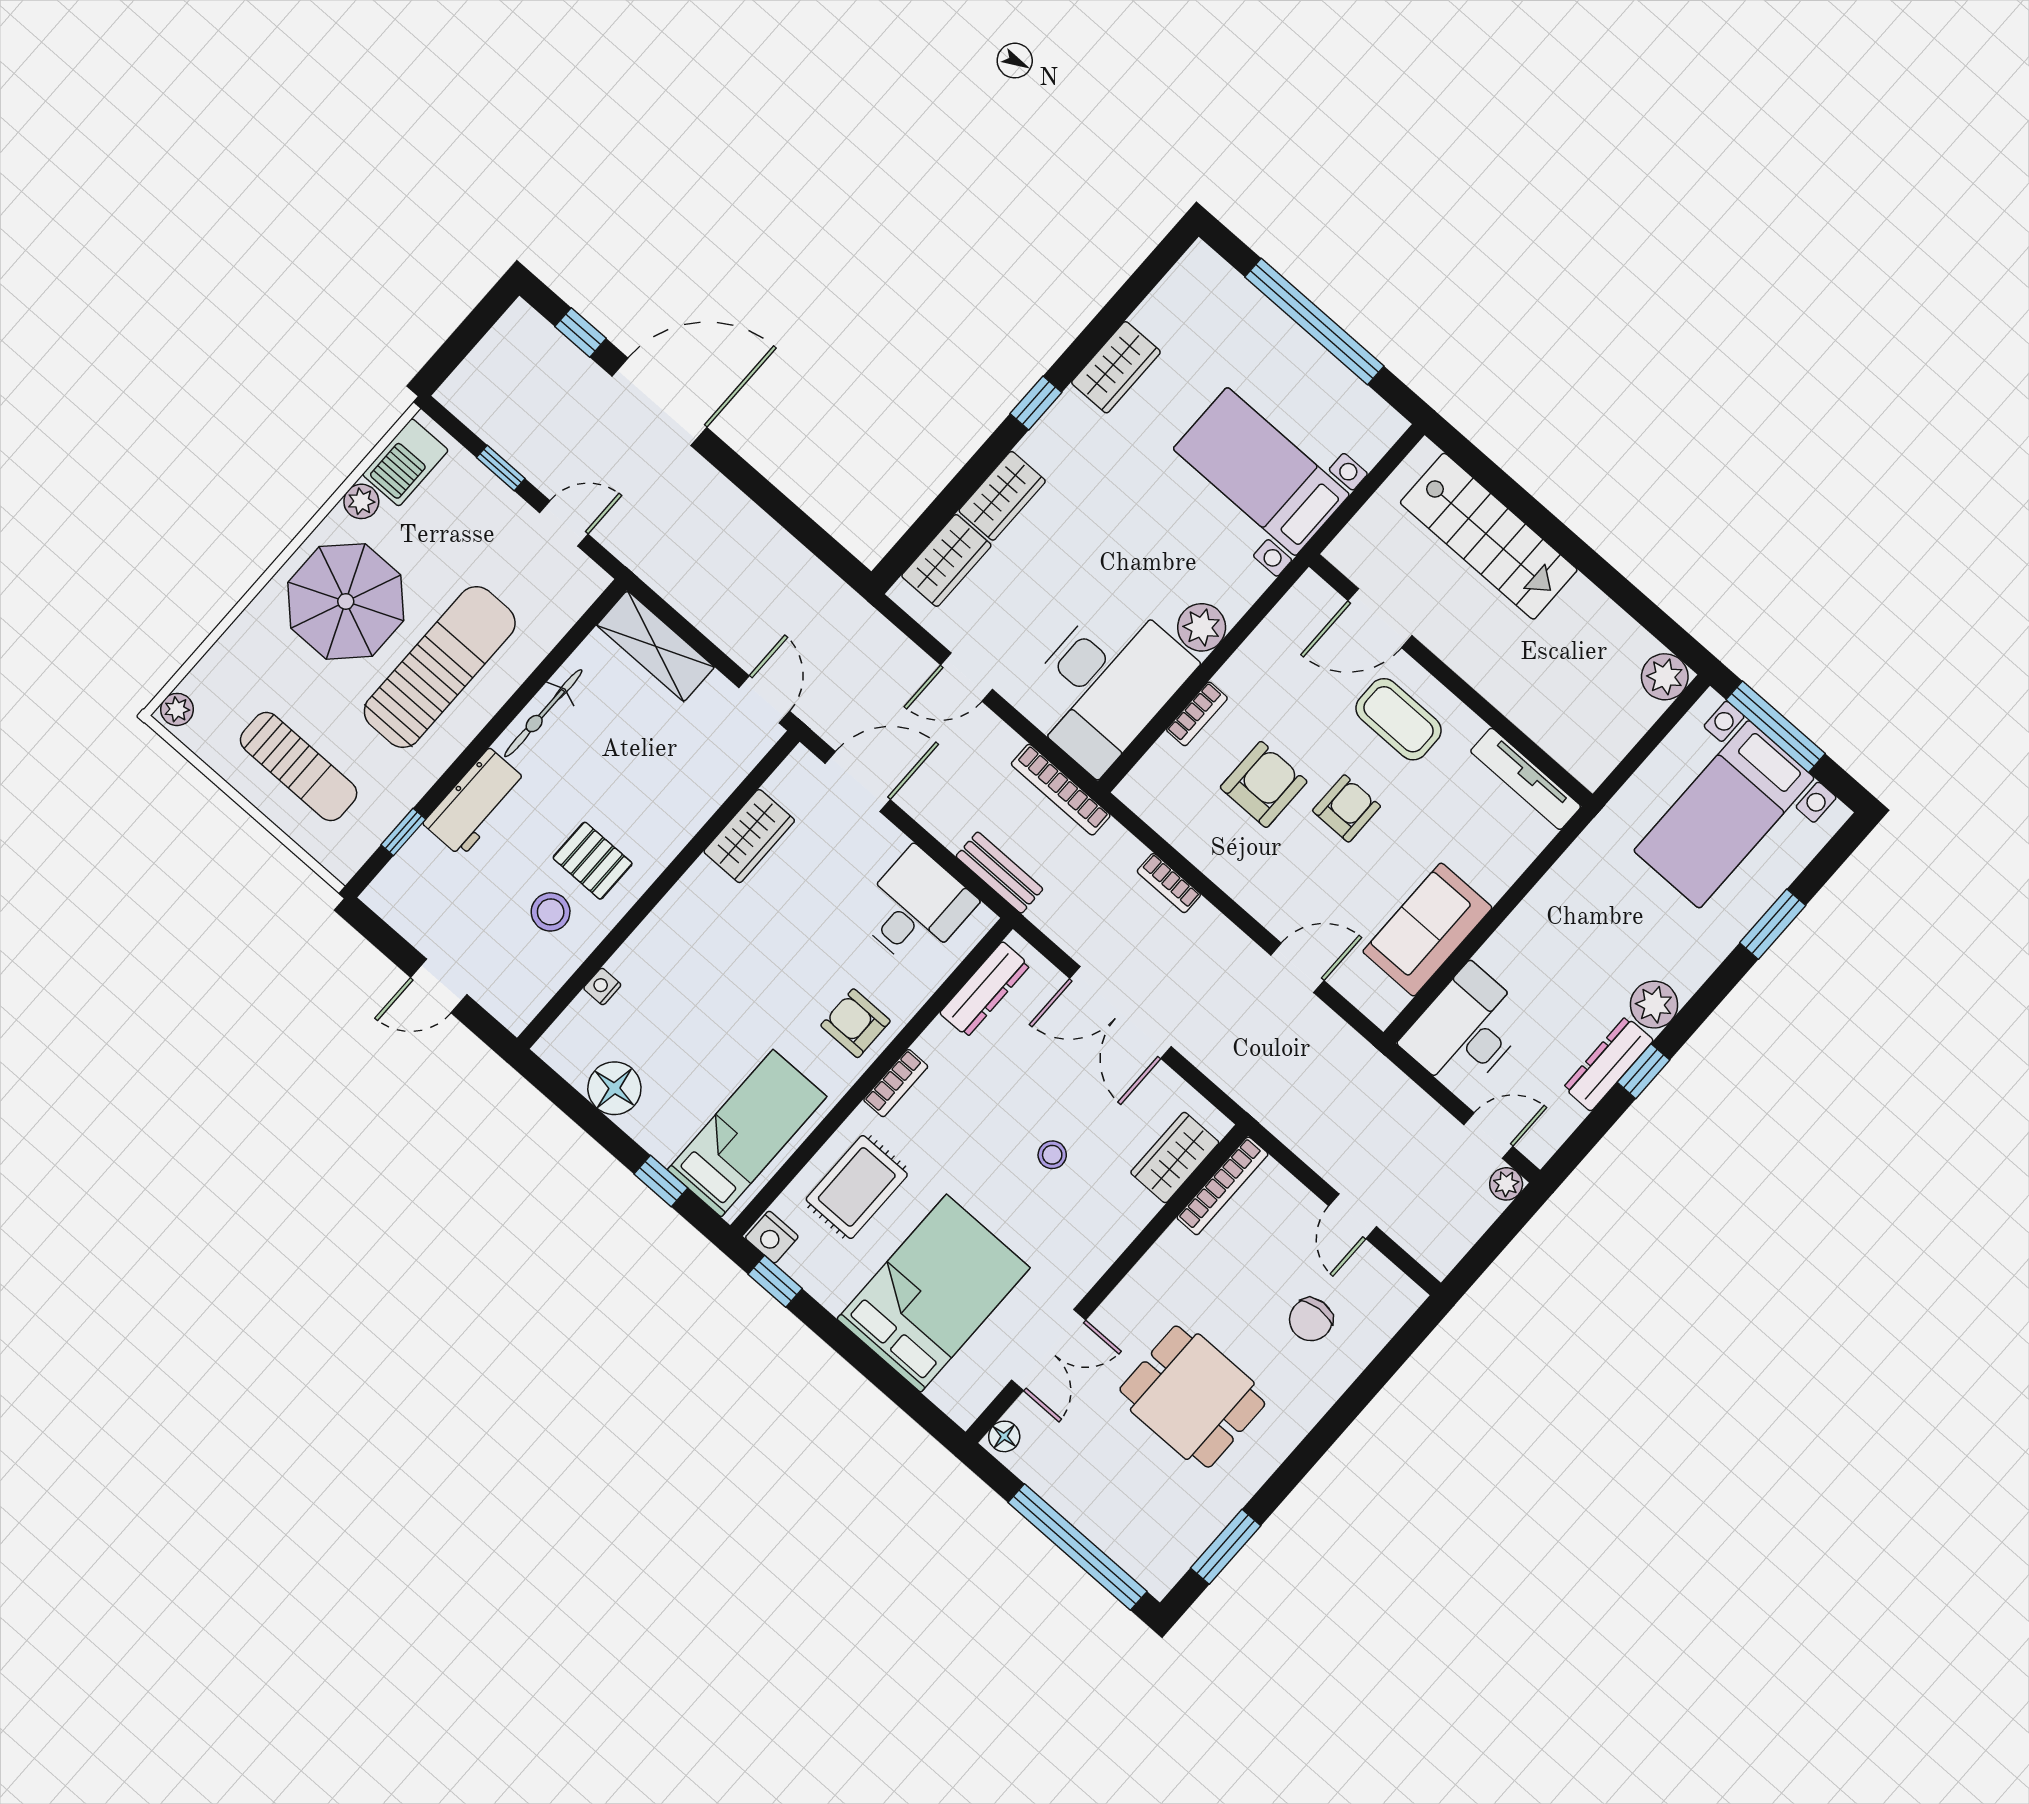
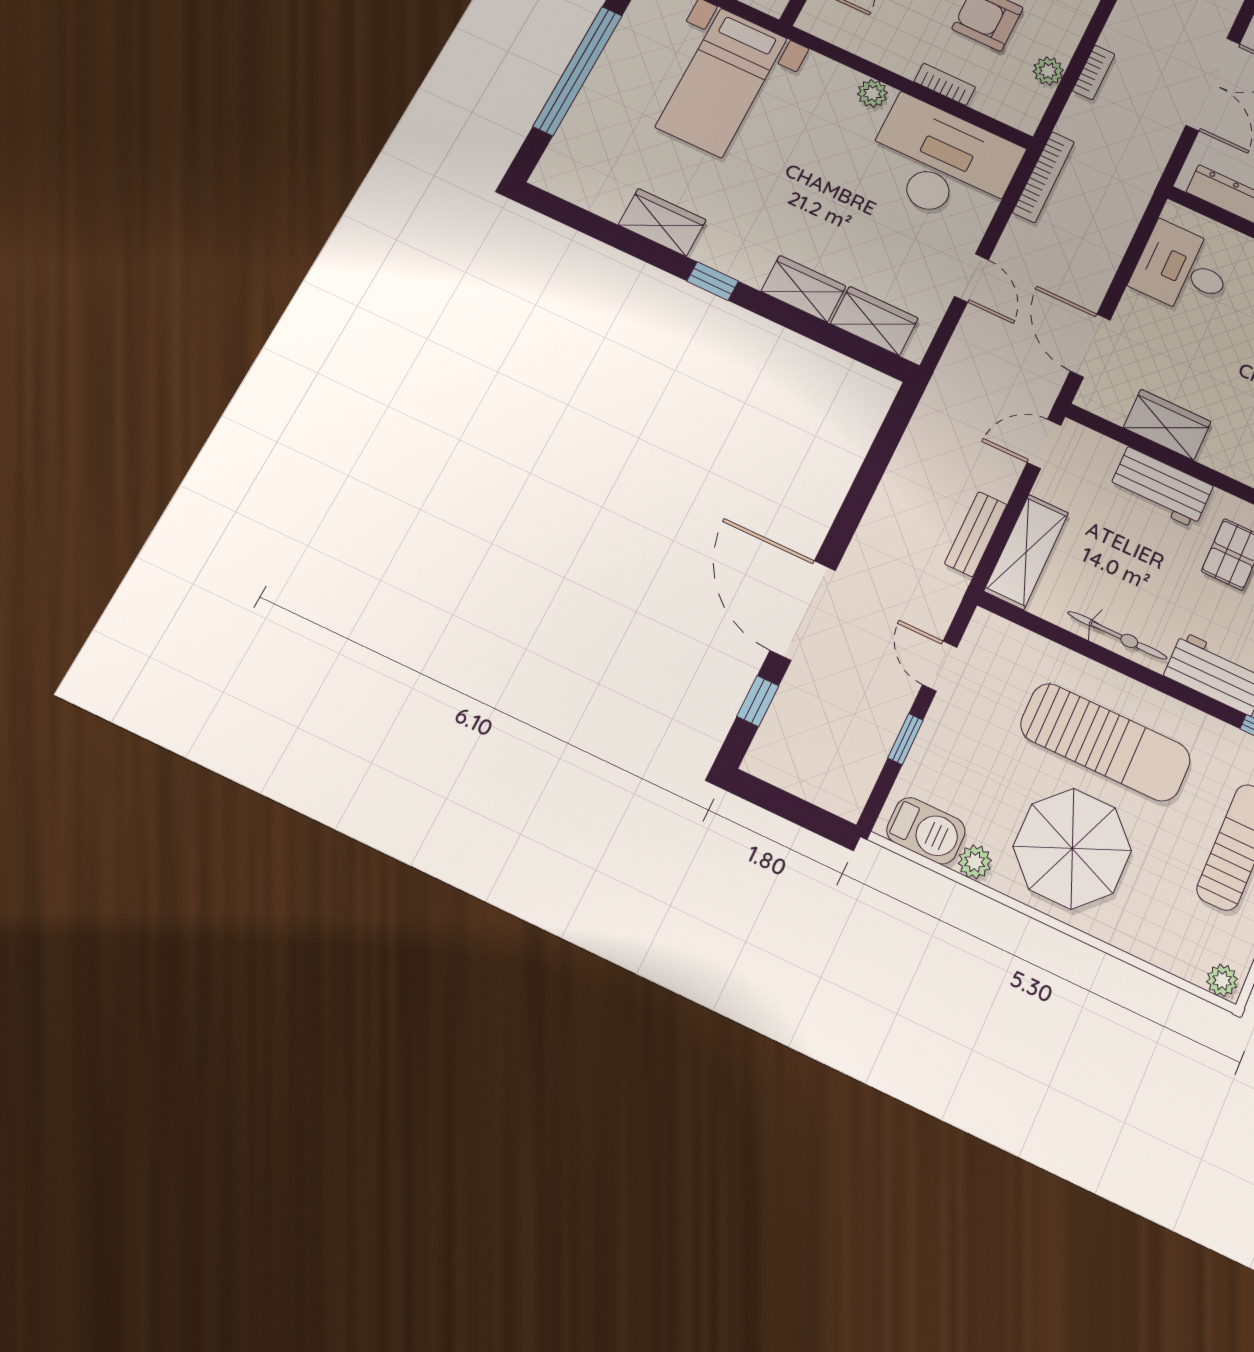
plant: (1202, 627) -> (872, 93), width x0.73, depth x0.73
sun lounger: (440, 667) -> (1105, 742), turned 180
workbench: (684, 808) -> (1161, 487), added
plant: (1183, 833) -> (1048, 71), added
bench: (999, 873) -> (976, 534), moved

